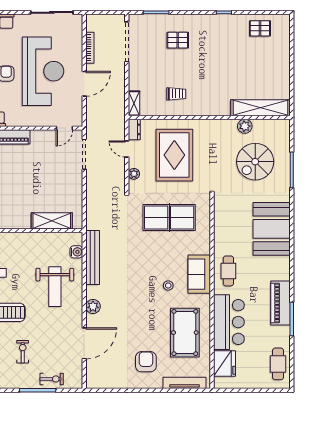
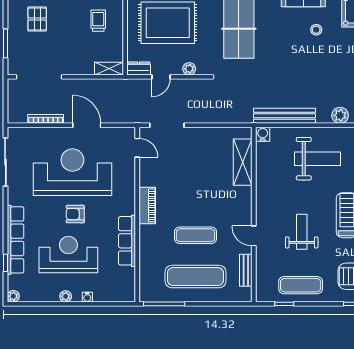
water cooler: (76, 252) -> (263, 134), moved

